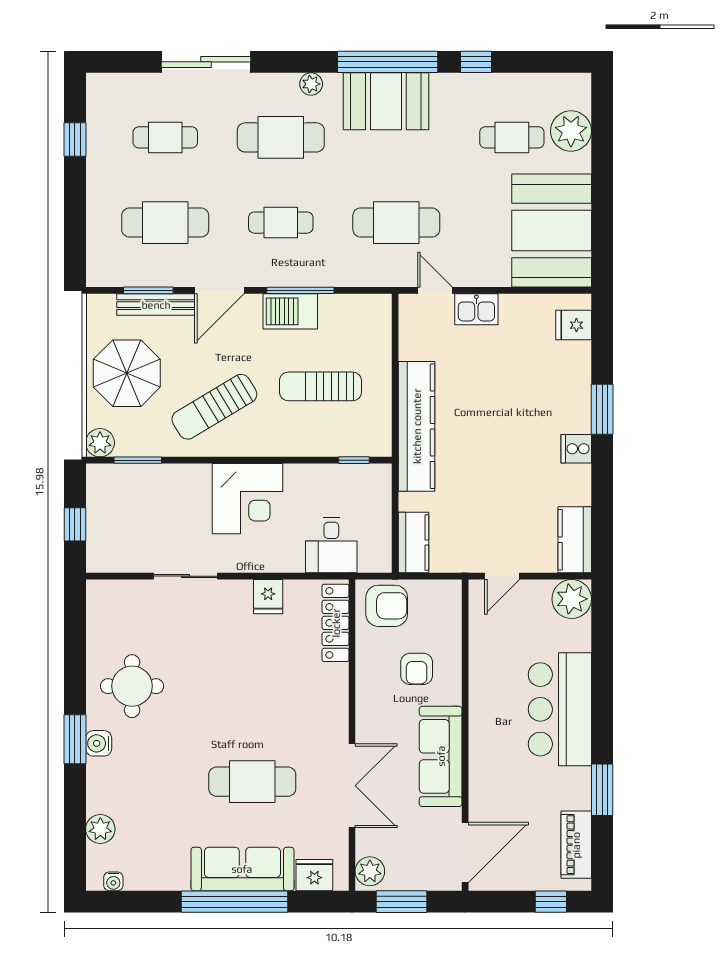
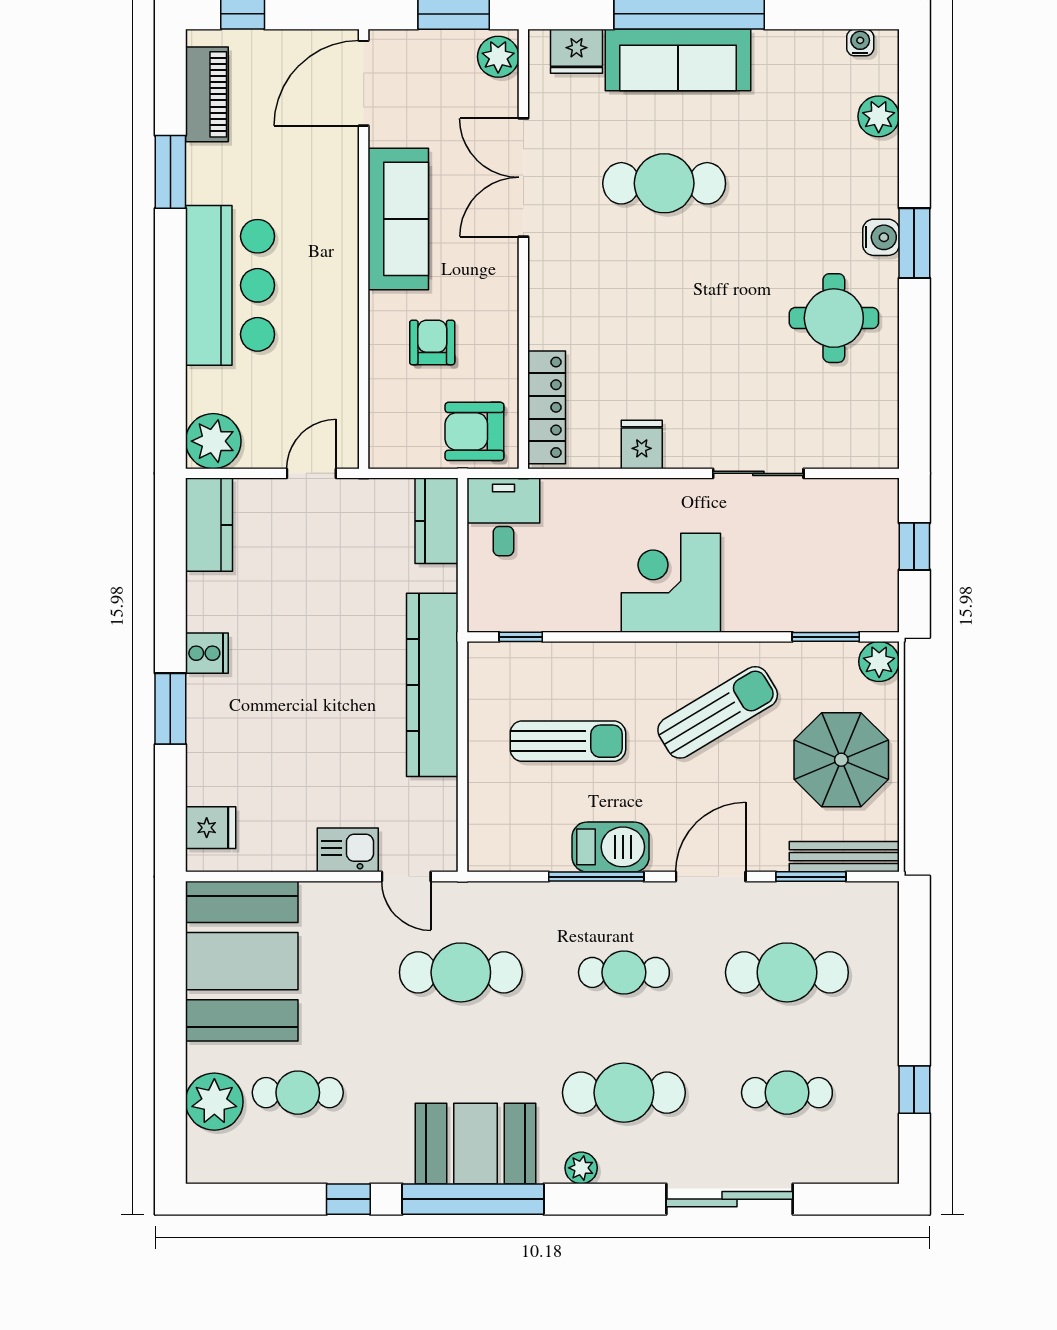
bench: (156, 305) -> (844, 857), moved
desk: (331, 545) -> (503, 517), moved

